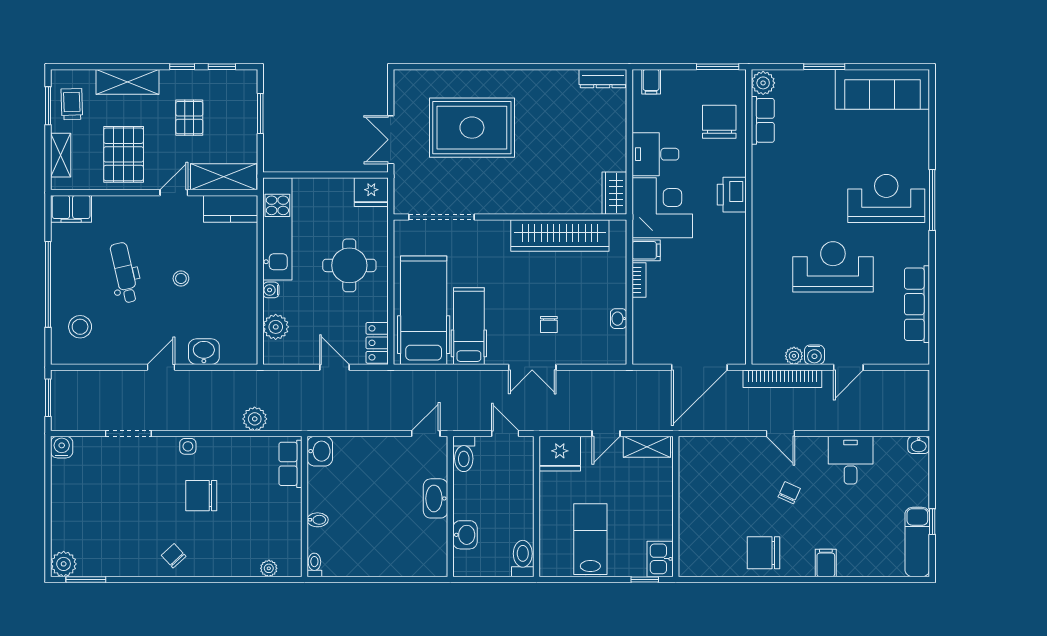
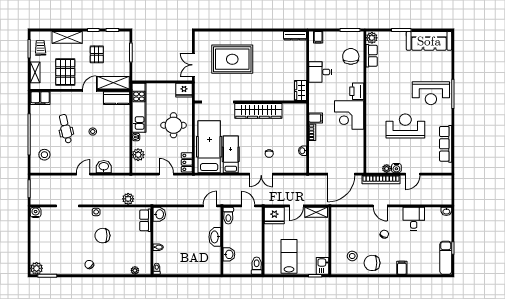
reception desk: (886, 198) -> (431, 93), turned 180
corner desk: (662, 208) -> (349, 115), moved, turned 180
wardrobe: (560, 235) -> (258, 111), moved
stool: (722, 538) -> (352, 256), added

